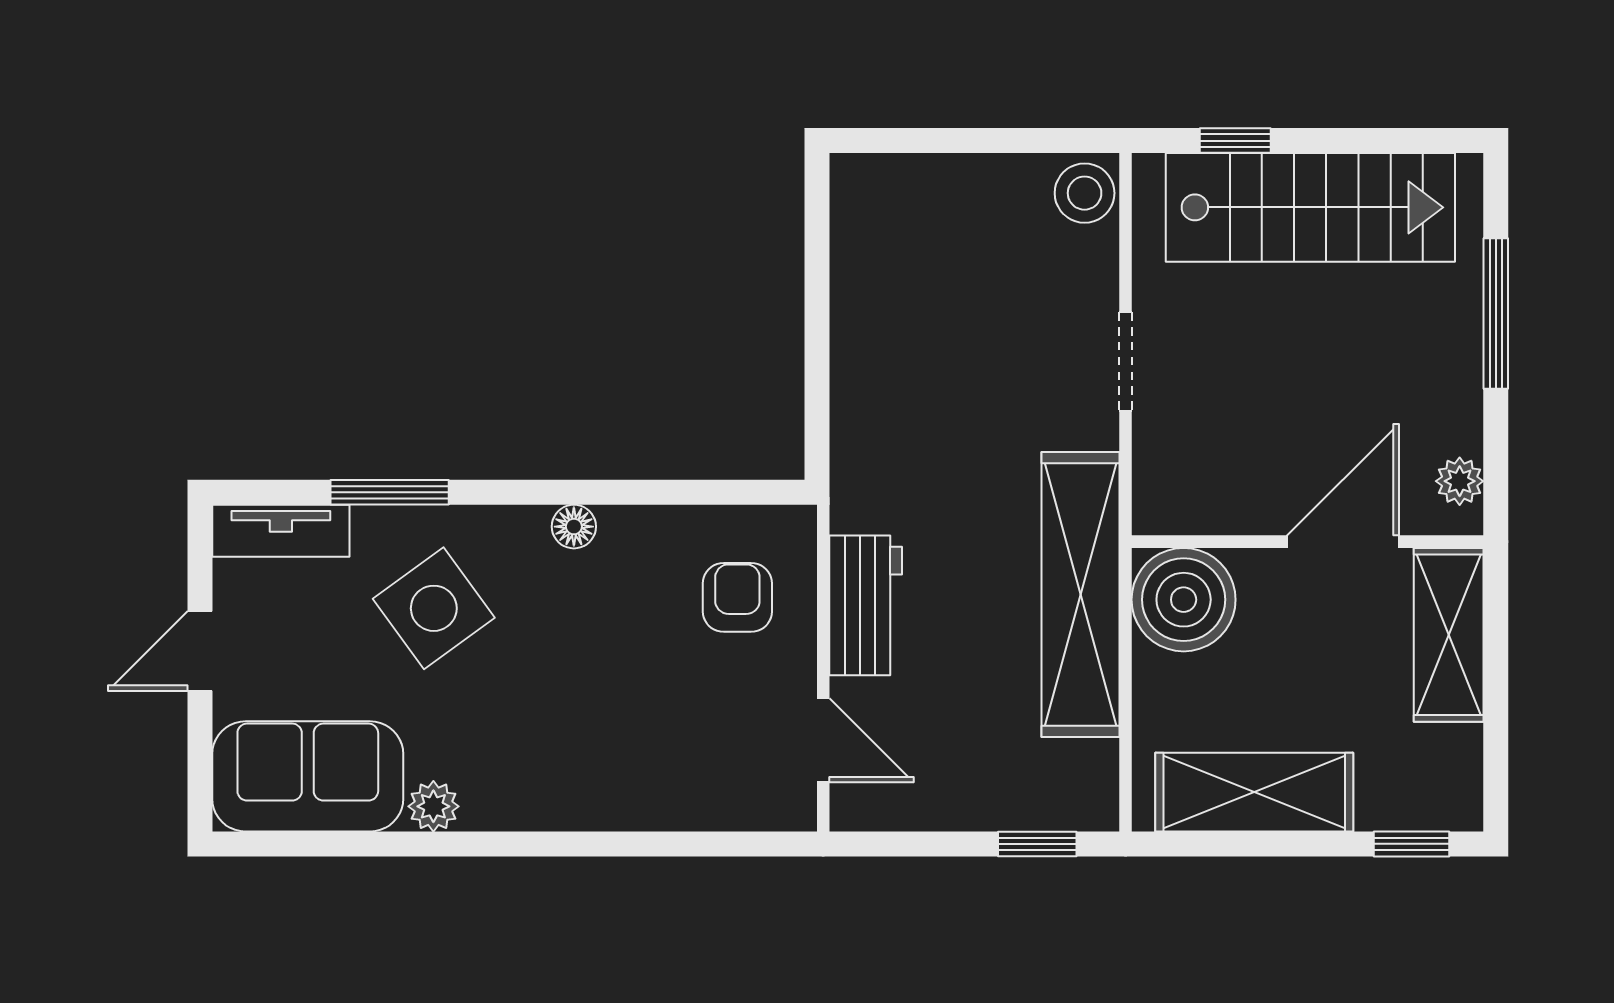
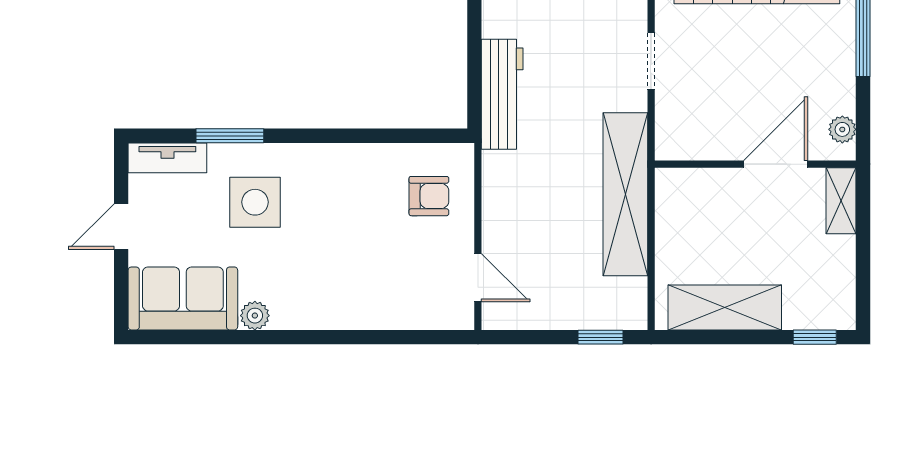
floor lamp: (574, 527) -> (335, 155), removed
armchair: (737, 597) -> (429, 196), turned 90
boiler: (1184, 600) -> (684, 197), removed
workbench: (866, 605) -> (502, 94), moved, width x1.38
side table: (434, 608) -> (255, 202), turned 36
shelving: (1449, 635) -> (841, 201), width x0.67, depth x0.75

